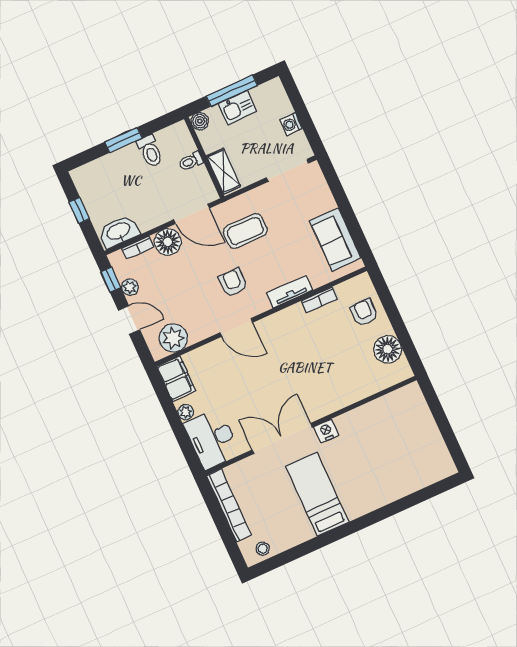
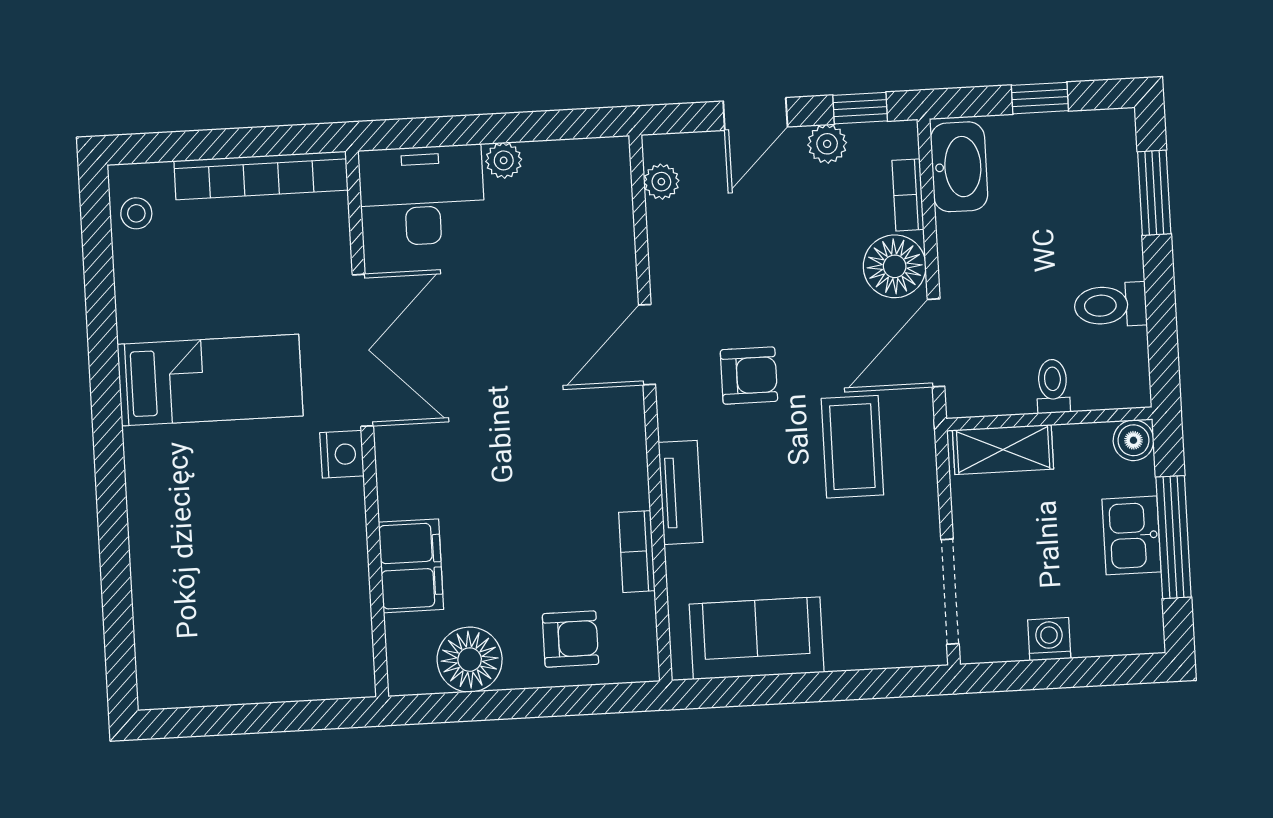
window: (124, 140) -> (1154, 193), moved
plant: (173, 338) -> (661, 182), width x0.53, depth x0.53
filing cabinet: (176, 378) -> (411, 566), moved, turned -90

